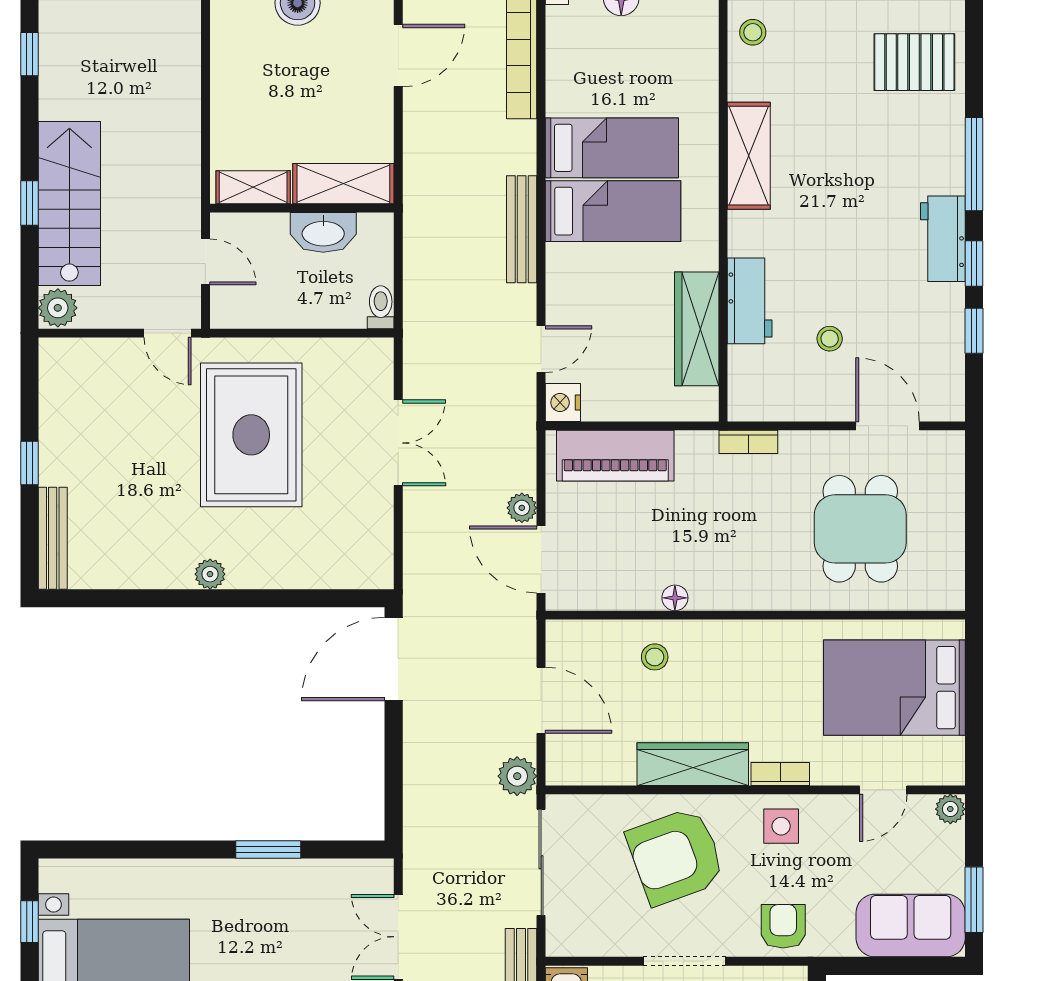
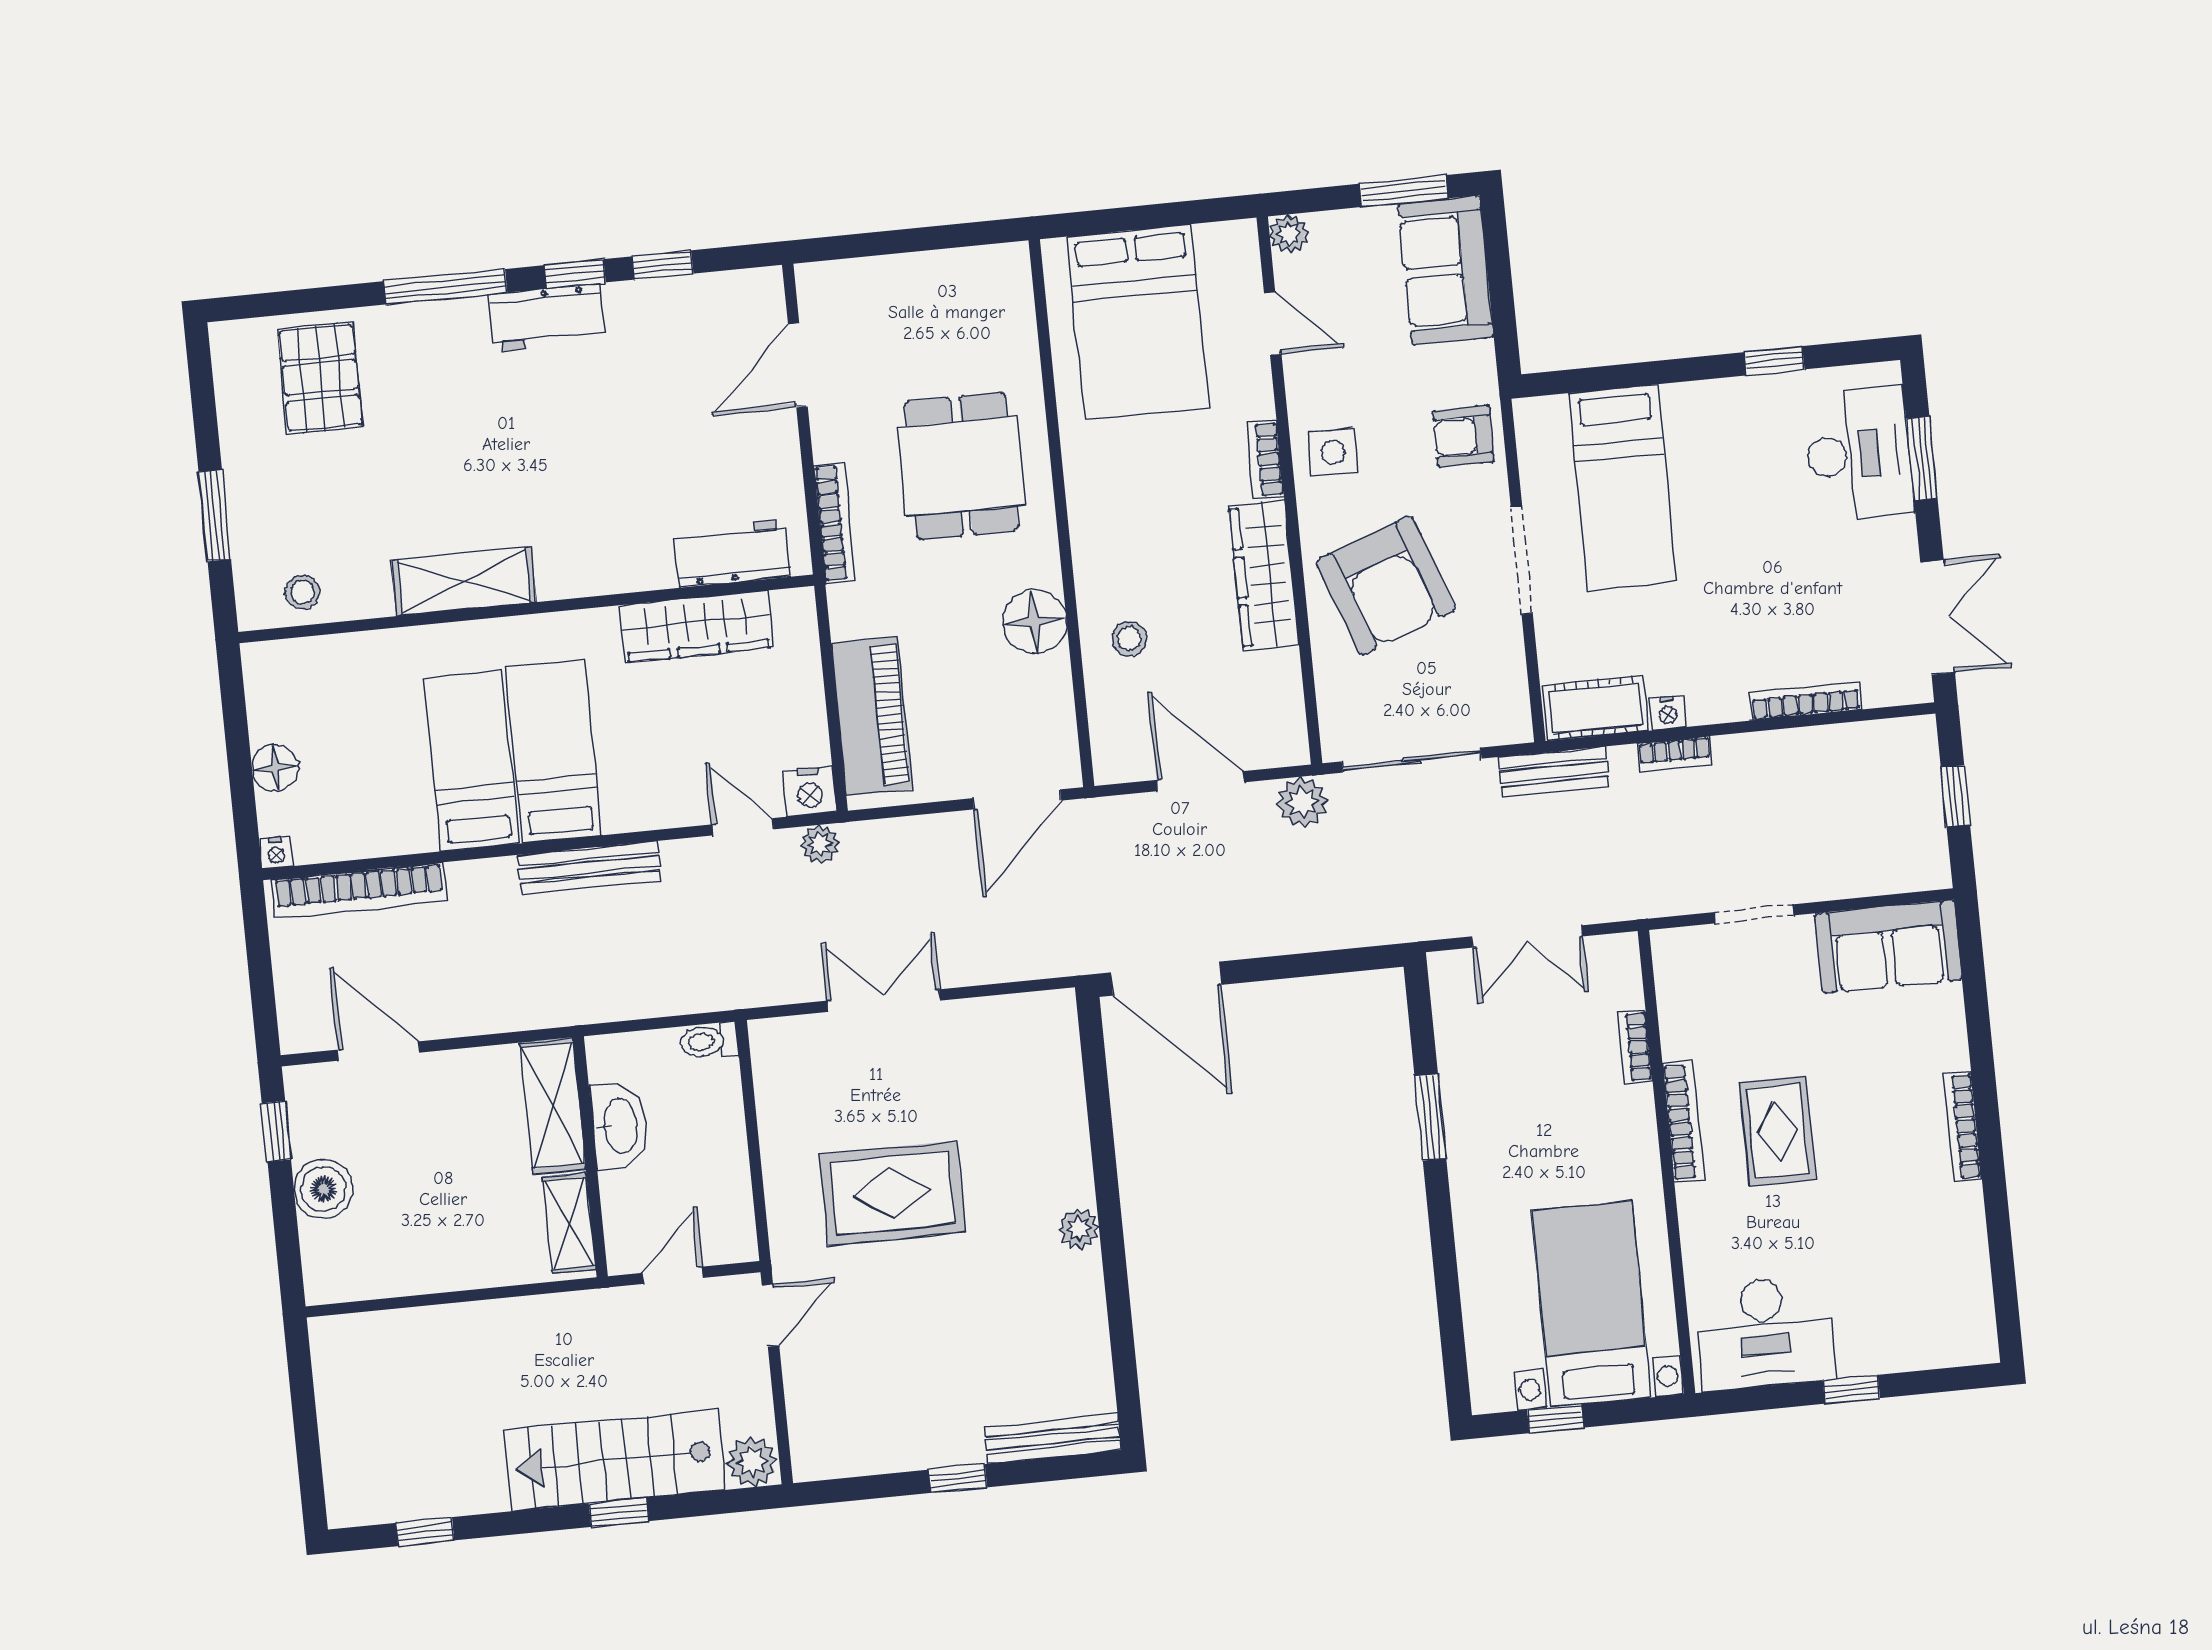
workbench: (750, 301) -> (732, 553), moved
stool: (830, 339) -> (692, 452), removed
rug: (251, 435) -> (892, 1193), width x0.73, depth x0.69
bookcase: (748, 442) -> (835, 523), width x1.56
plant: (522, 508) -> (820, 844), moved
dining table: (860, 529) -> (961, 466), moved, turned 90
floor lamp: (675, 598) -> (1035, 621), width x1.89, depth x1.89
door: (541, 700) -> (1200, 781), hinge flipped

